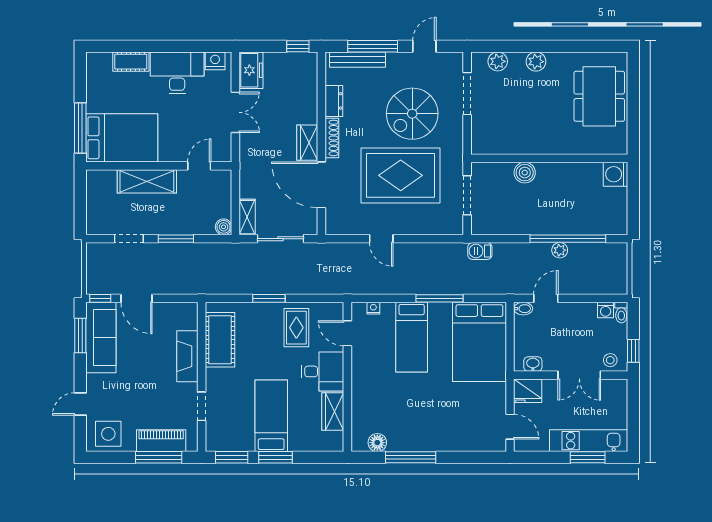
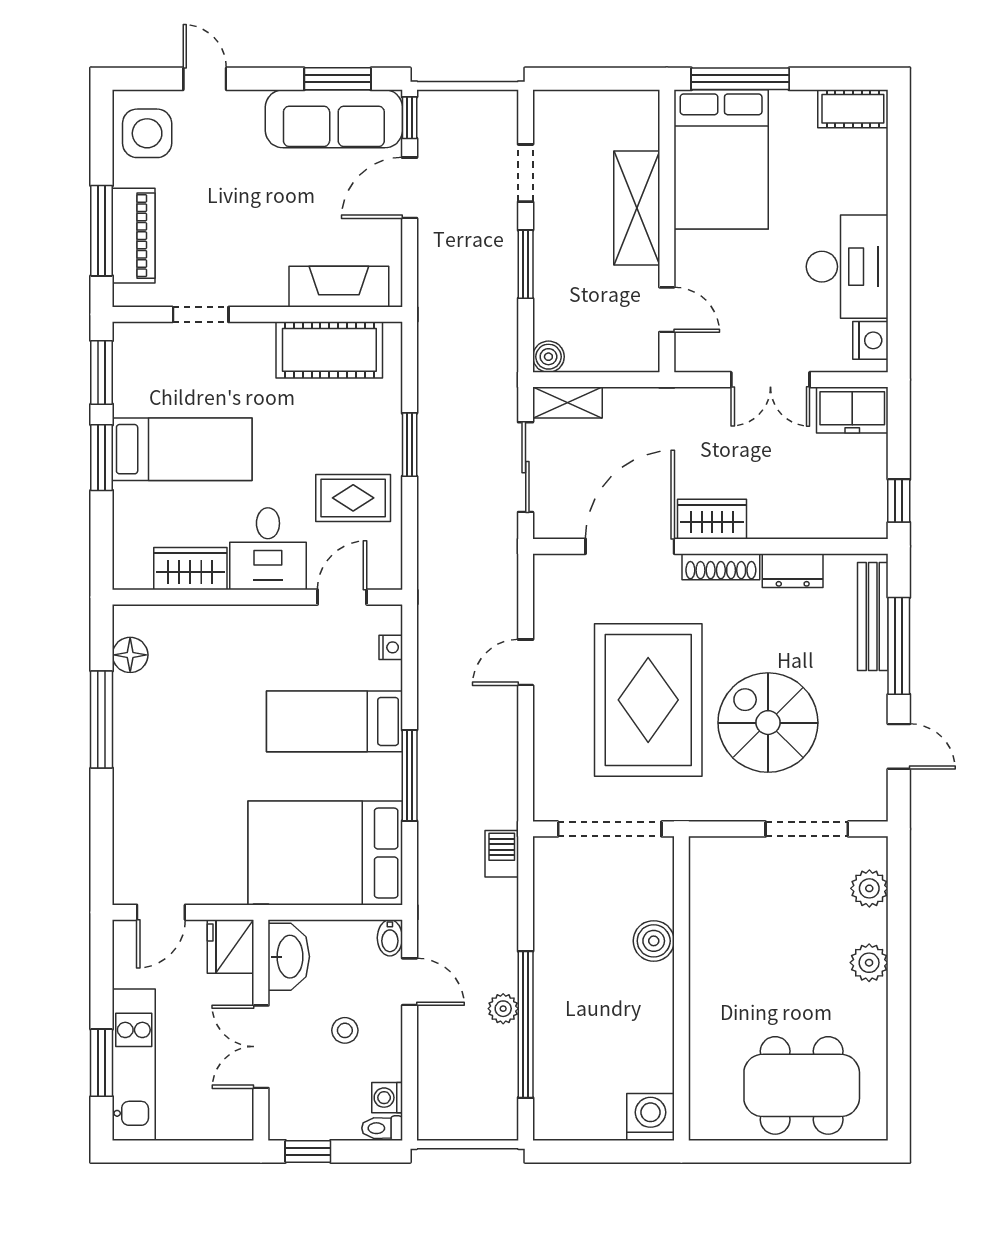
cot: (131, 62) -> (853, 109), moved, turned 90
doorway: (467, 195) -> (610, 829), width x1.36
fireplace: (187, 356) -> (339, 287), moved
stool: (610, 360) -> (345, 1030), moved
washbasin: (533, 364) -> (289, 957), width x1.91, depth x1.45

